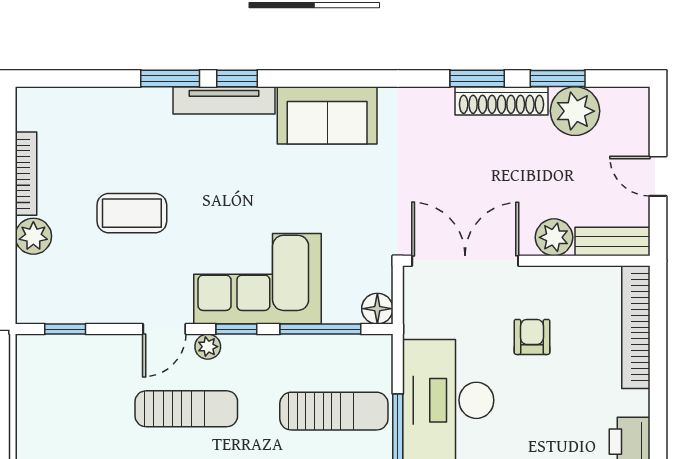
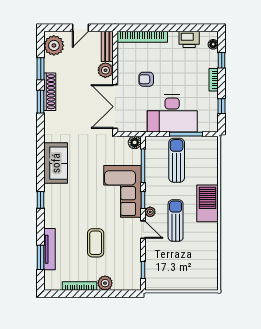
window: (170, 78) -> (41, 257), moved
tv unit: (224, 100) -> (49, 249), moved
plant: (575, 111) -> (54, 45), moved

